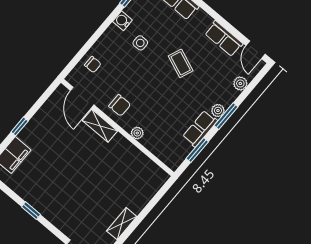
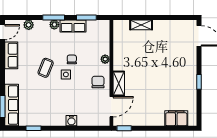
water cooler: (122, 21) -> (71, 121), moved
side table: (140, 43) -> (66, 74), moved
chair: (93, 65) -> (72, 59), moved
window: (20, 126) -> (124, 128), moved
shelving: (122, 224) -> (141, 25), moved

